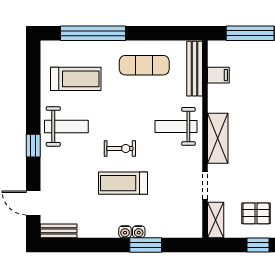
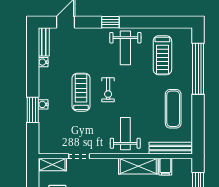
shelving: (218, 138) -> (138, 166), moved
water cooler: (125, 232) -> (43, 62), moved

